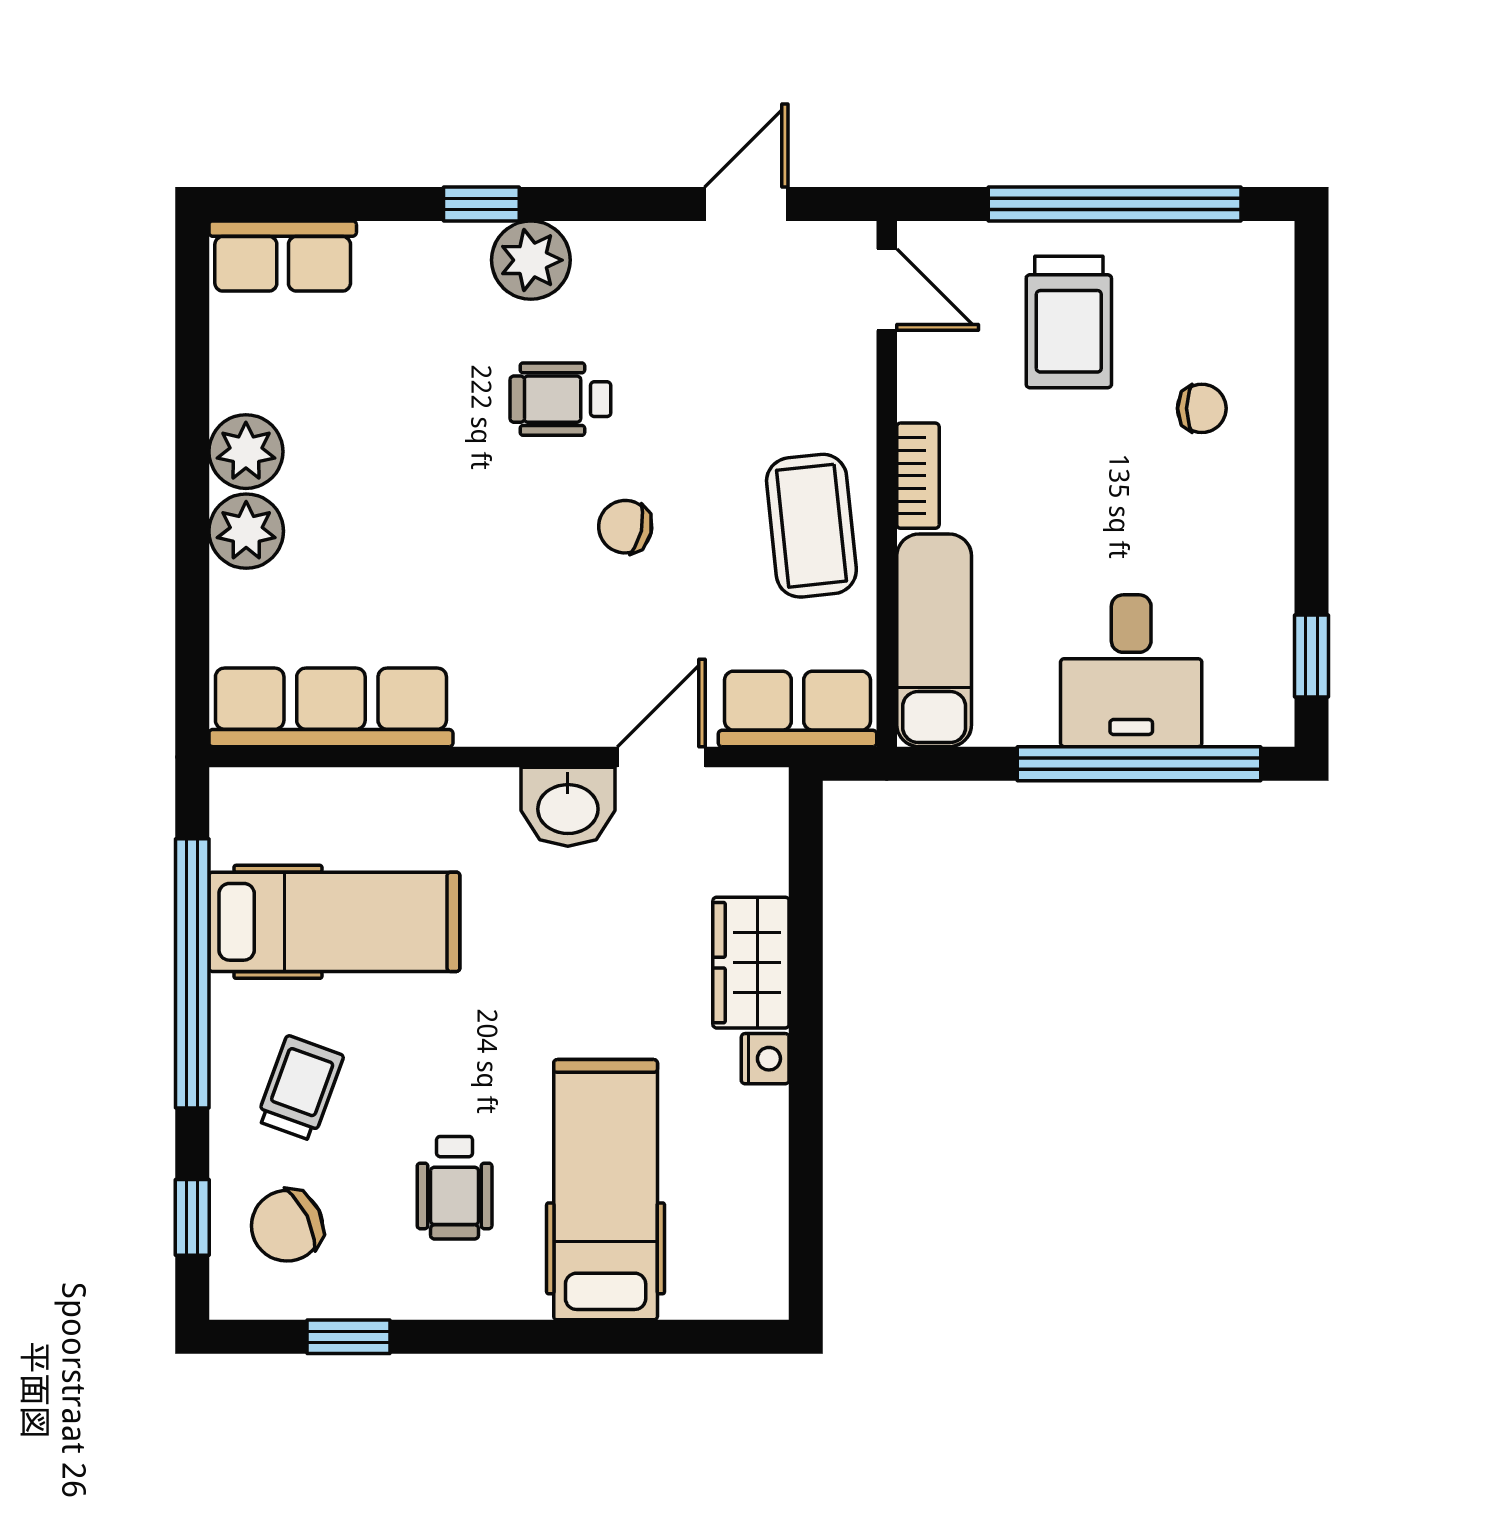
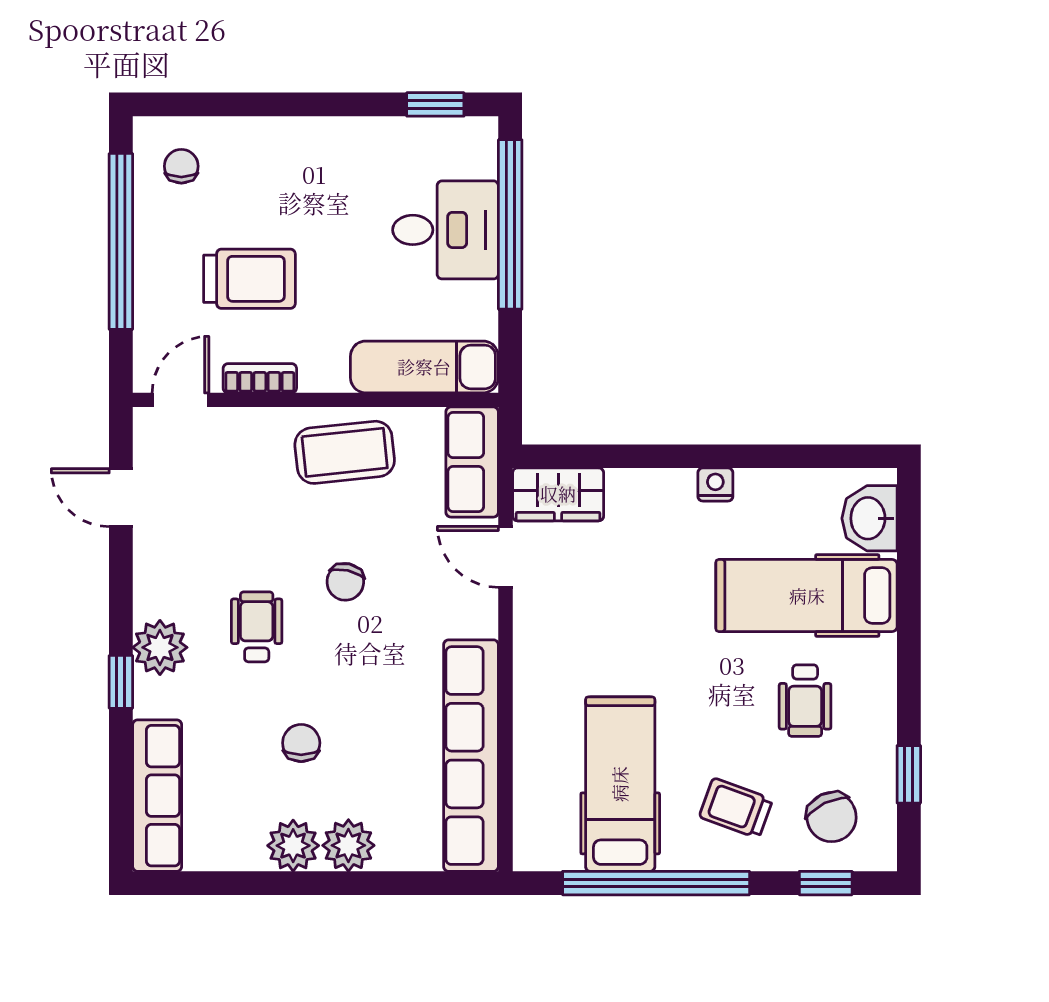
row of seats: (283, 256) -> (157, 796), width x1.48
trolley: (1069, 322) -> (249, 279), moved
wheelchair: (560, 399) -> (257, 627), turned 180
chair: (1202, 408) -> (181, 166), moved
chair: (394, 463) -> (301, 743), added
bookcase: (918, 476) -> (260, 378), moved
row of seats: (331, 707) -> (471, 756), width x1.36
washbasin: (568, 807) -> (870, 518), moved, turned 180
wardrobe: (751, 963) -> (558, 494), moved
wheelchair: (455, 1188) -> (805, 701), turned 90

